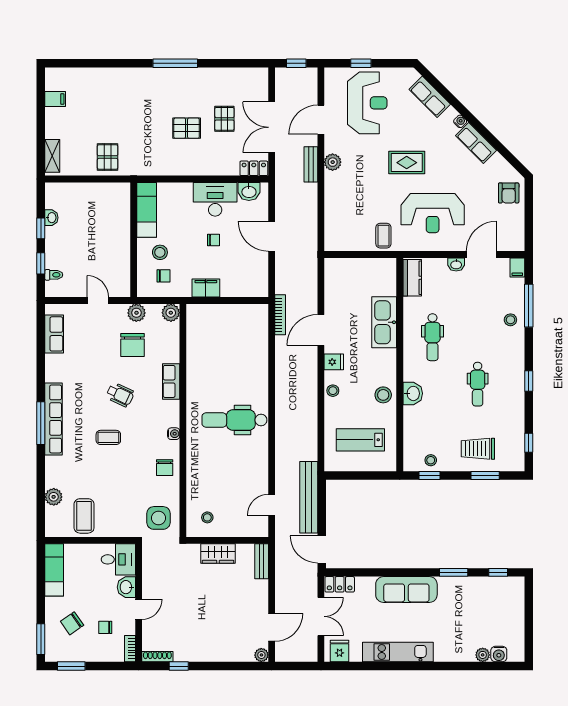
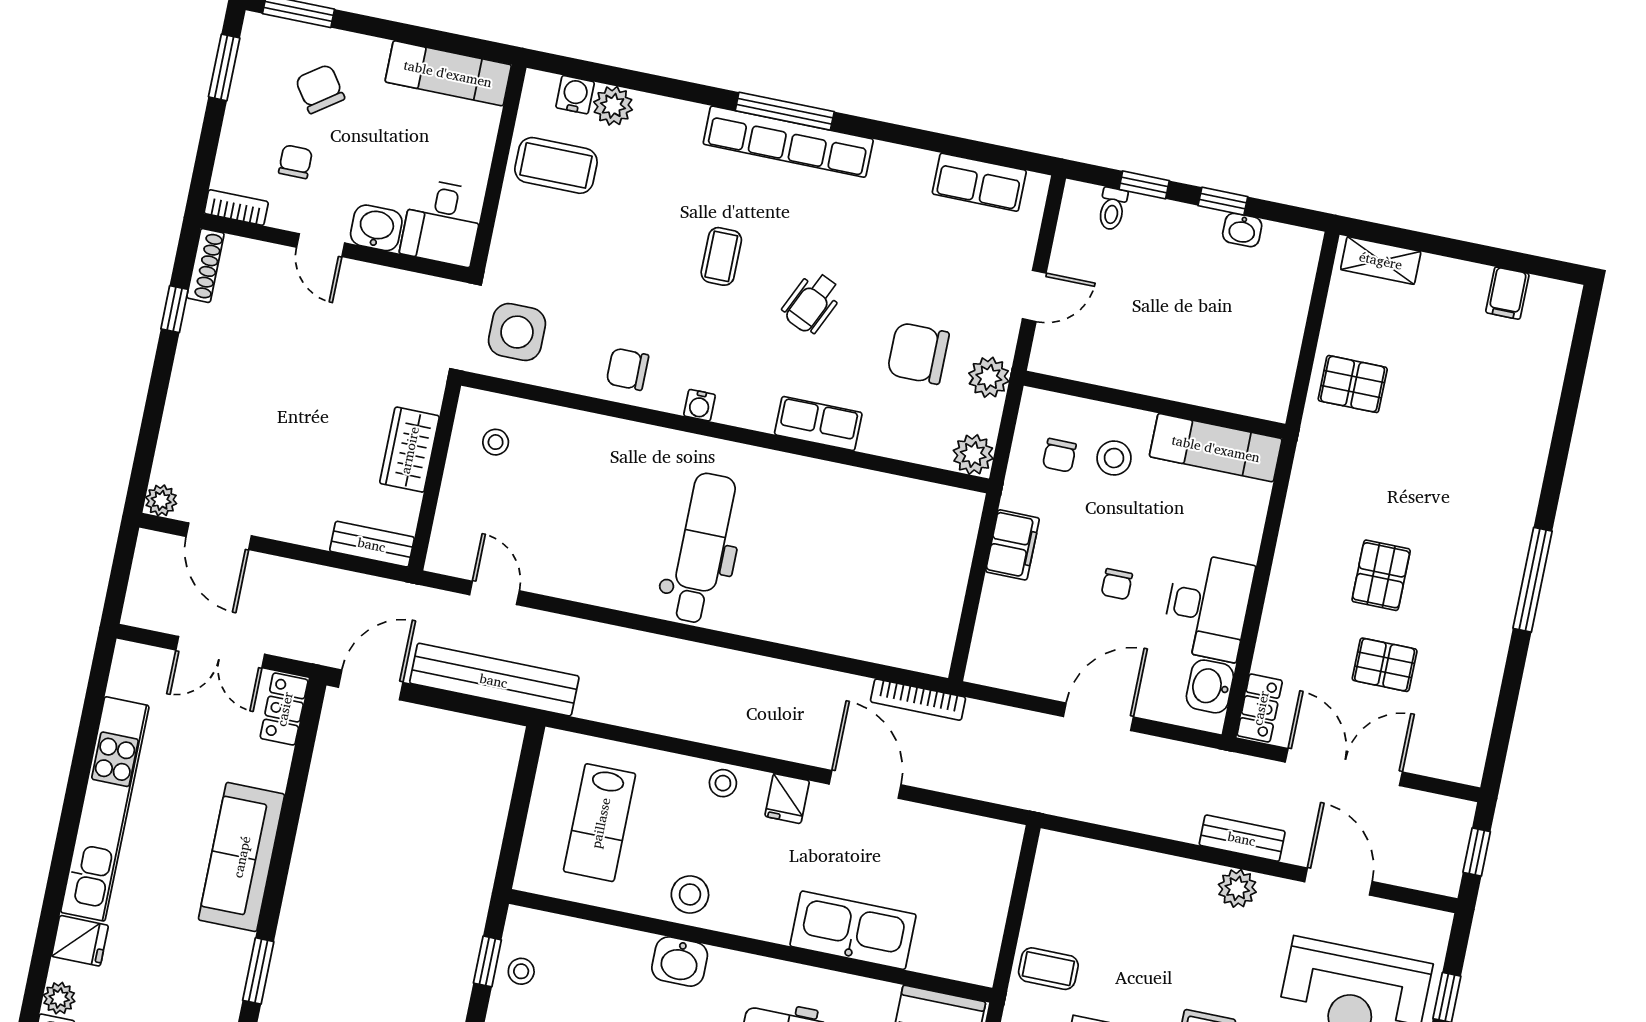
lab bench: (360, 440) -> (600, 823), turned 180
water cooler: (52, 514) -> (575, 95), added
fridge: (340, 651) -> (80, 941), moved
kitchen unit: (398, 652) -> (105, 809), width x1.36

